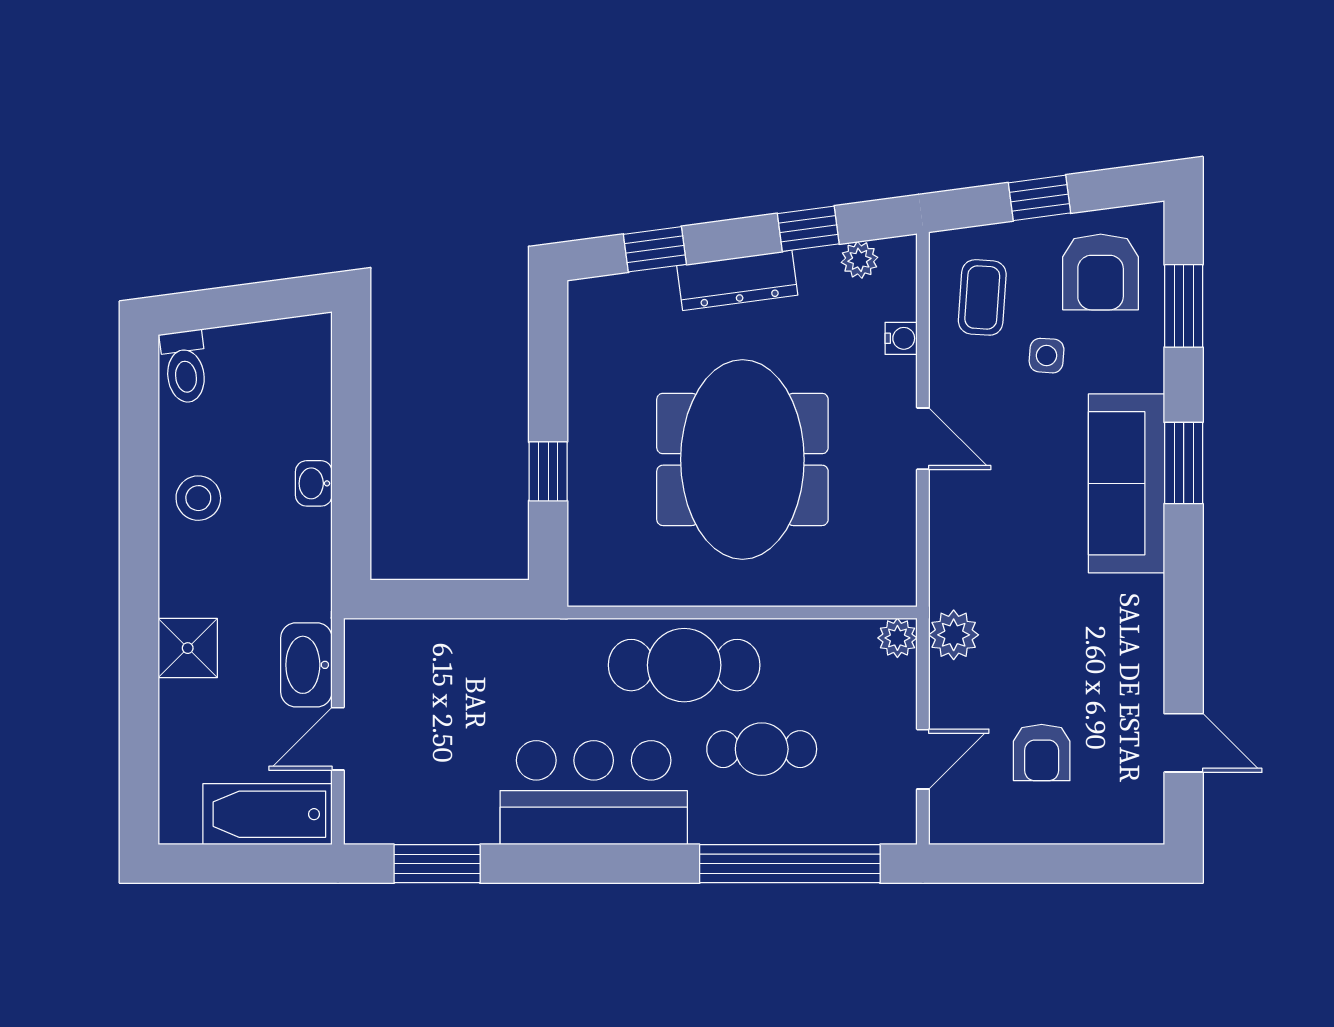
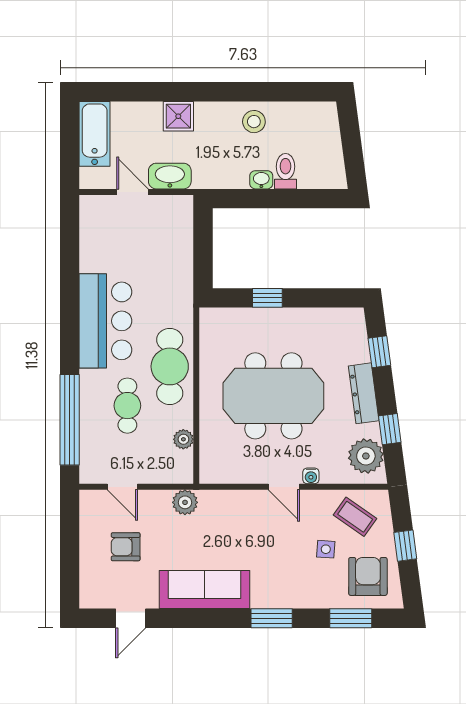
plant: (860, 260) -> (366, 456), width x1.88, depth x1.88
armchair: (1101, 272) -> (368, 576), turned 90
coffee table: (982, 297) -> (355, 517), turned 31
water cooler: (901, 338) -> (311, 476), moved
toilet: (185, 367) -> (286, 171), moved, turned 98
door: (923, 439) -> (284, 487), hinge flipped
sofa: (1126, 483) -> (205, 589), moved
plant: (897, 638) -> (183, 439), moved
bathtub: (267, 814) -> (95, 134), moved
window: (437, 864) -> (70, 242), removed

